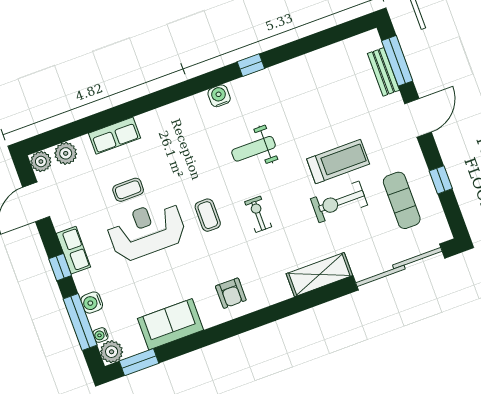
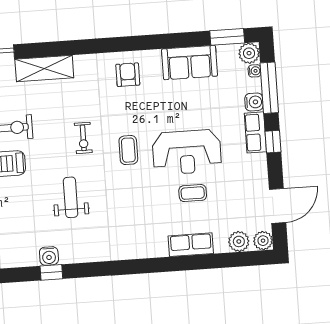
water cooler: (219, 96) -> (49, 256), moved
weight bench: (253, 149) -> (71, 197), turned -90
row of seats: (73, 250) -> (255, 132), moved

